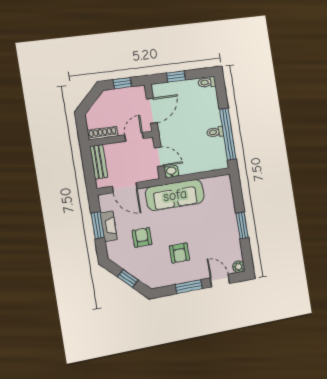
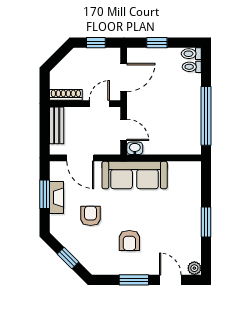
toilet: (215, 132) -> (192, 67), moved

